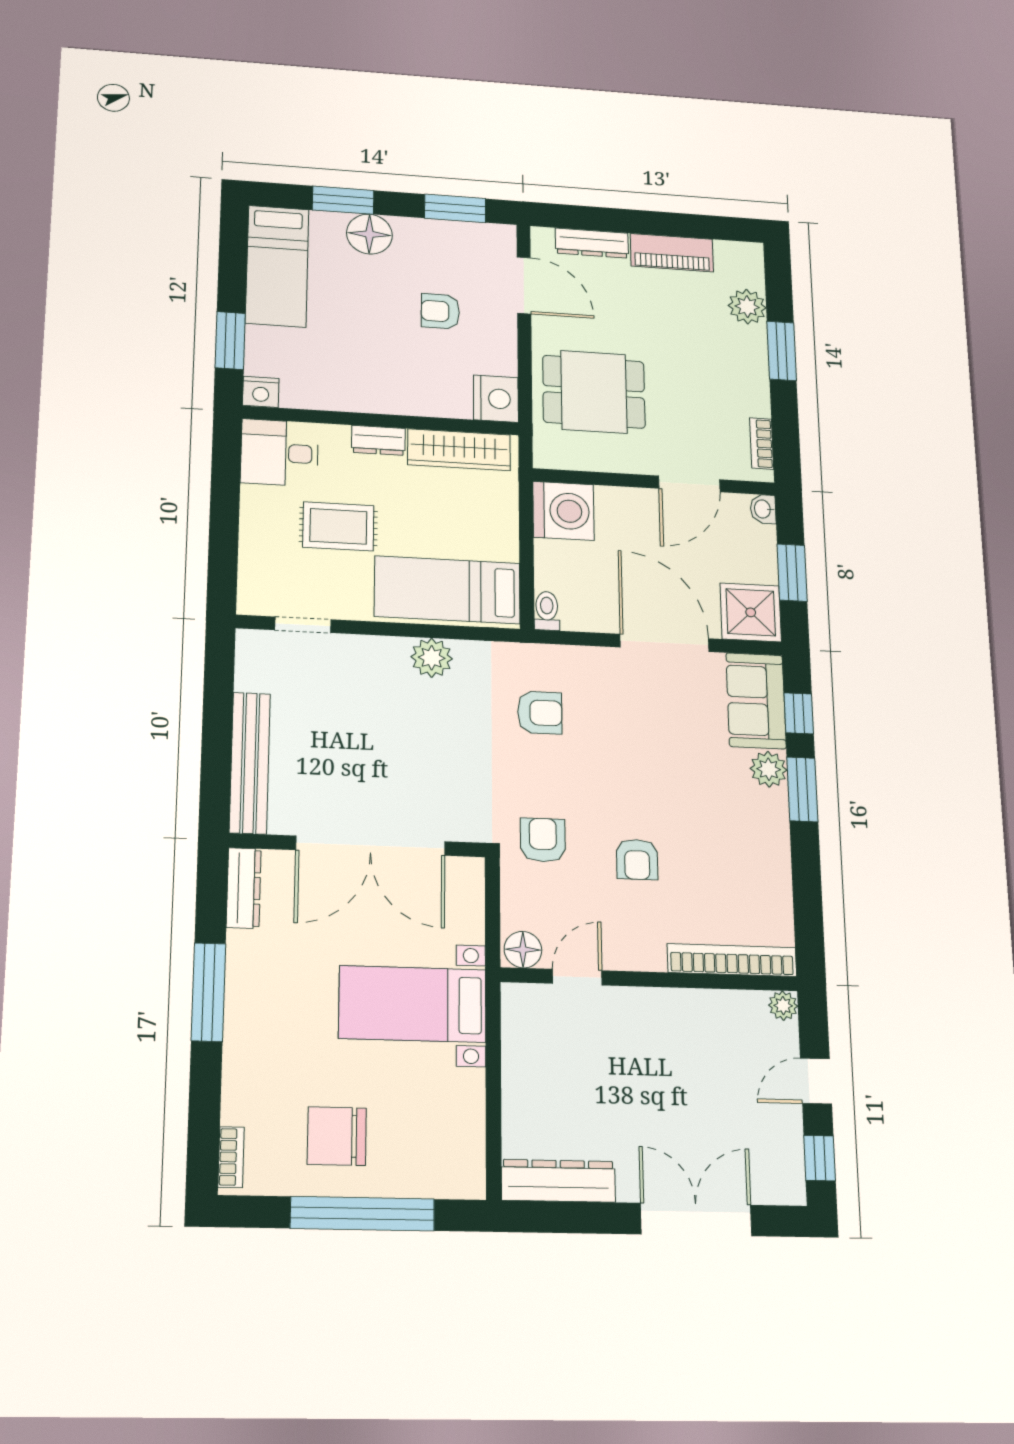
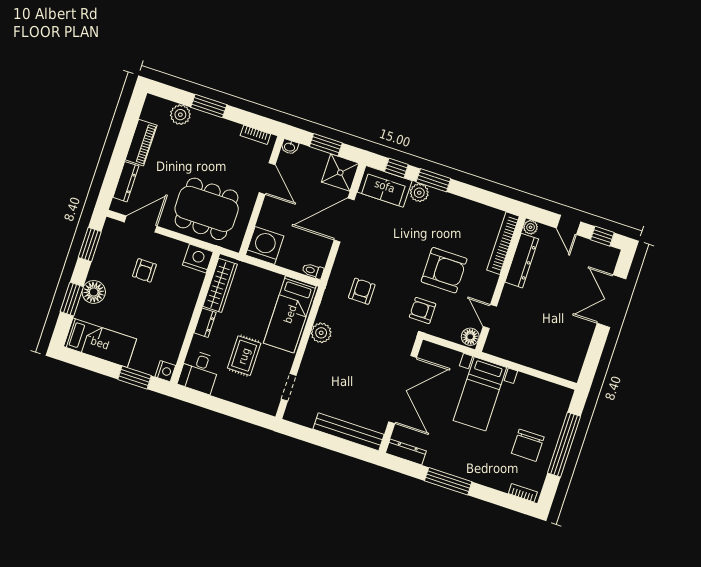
dining table: (594, 392) -> (207, 209), width x1.38
armchair: (637, 859) -> (444, 270), width x1.88, depth x1.88
dresser: (558, 1181) -> (522, 261), moved, turned 180

